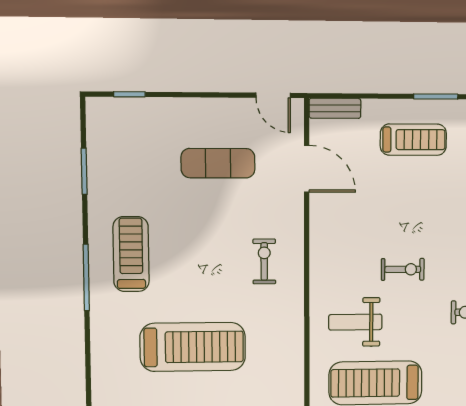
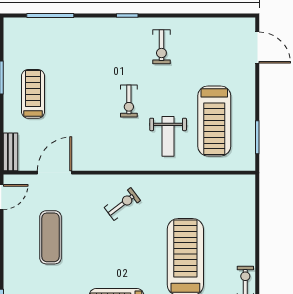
exercise bike: (264, 261) -> (122, 204), turned 143
exercise bike: (403, 269) -> (129, 101), turned 180

